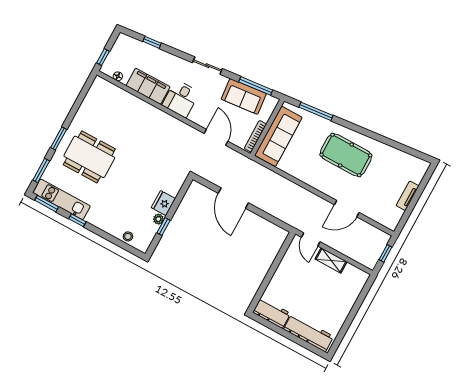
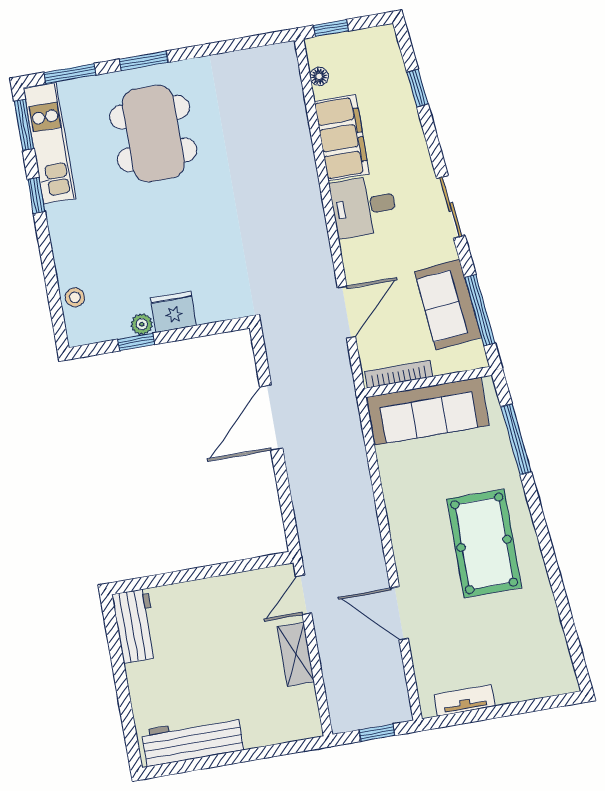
tv unit: (408, 196) -> (465, 700), moved
workbench: (309, 333) -> (193, 740), moved, turned -90

